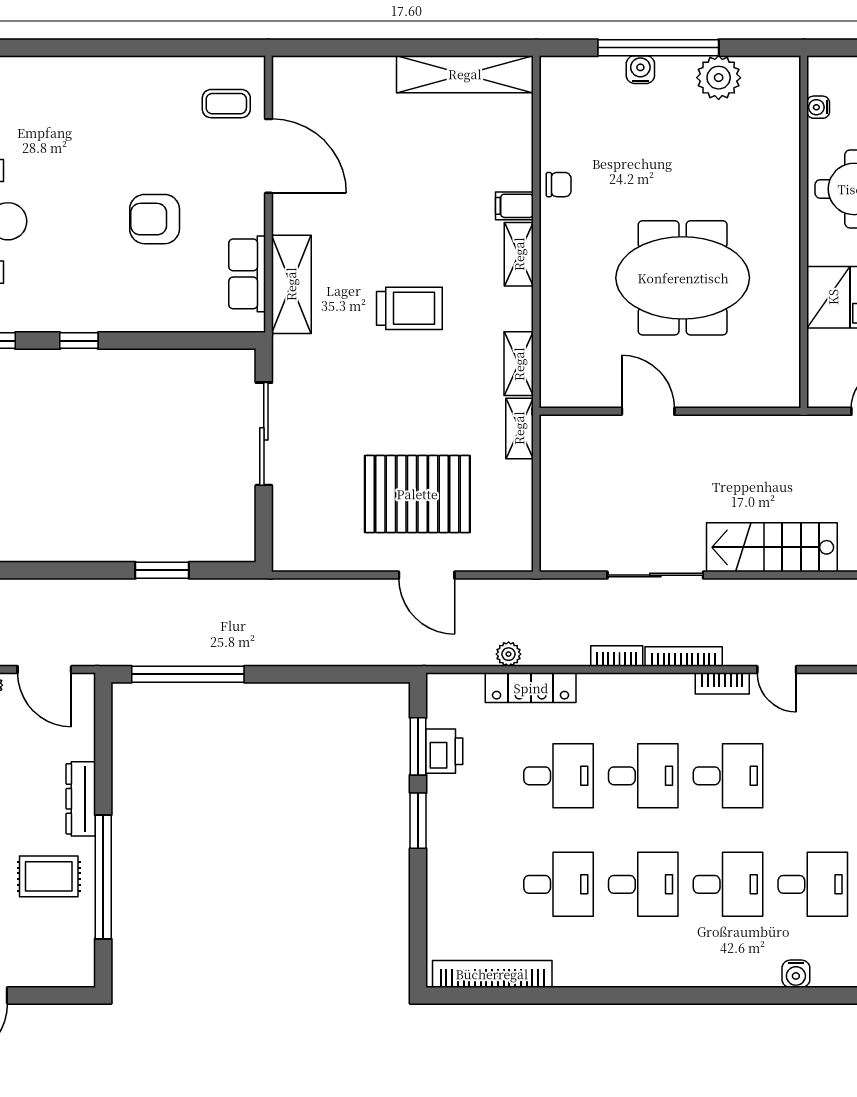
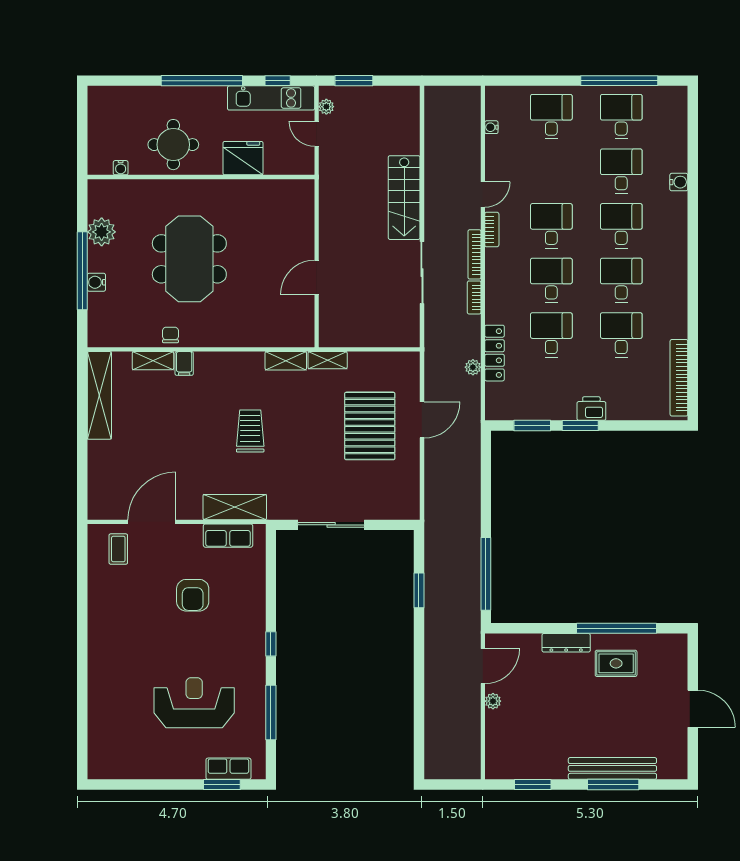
shelving: (519, 254) -> (153, 361), moved
meeting table: (683, 278) -> (189, 259), moved
printer: (444, 751) -> (591, 409), moved
rug: (49, 876) -> (616, 663), turned 90

